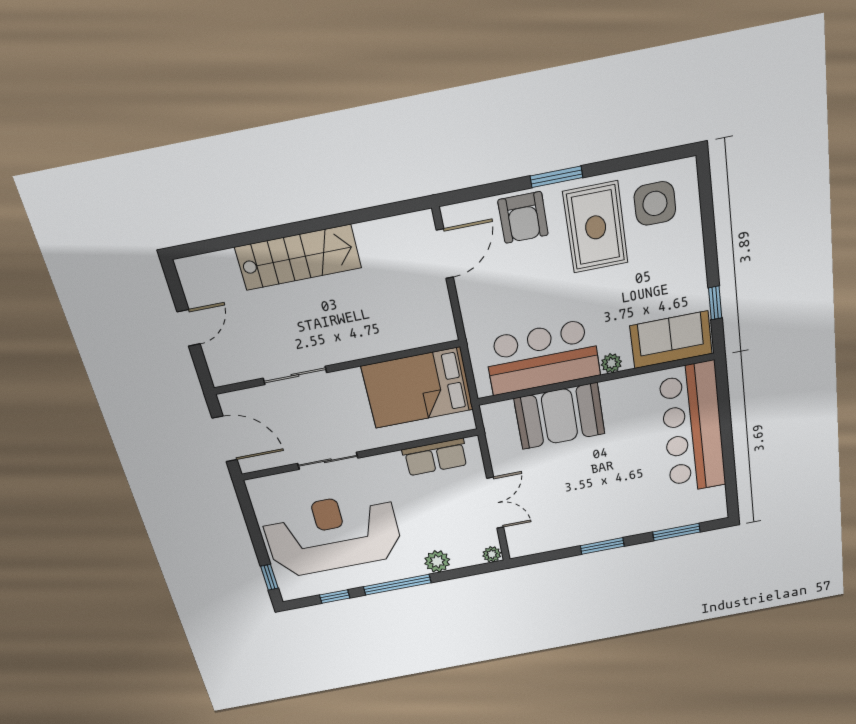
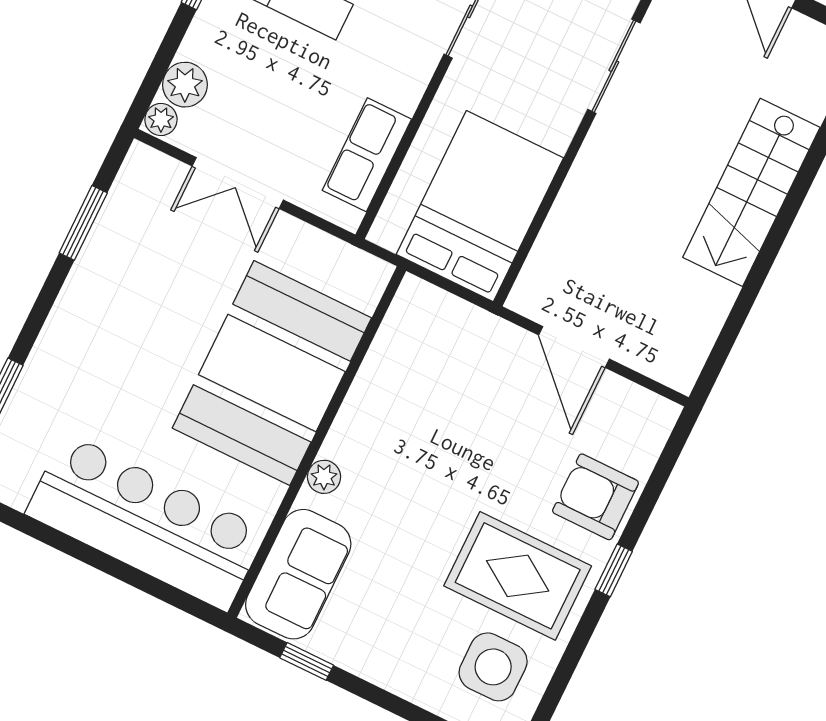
window: (556, 177) -> (614, 570), width x0.67
door: (445, 254) -> (574, 347), moved
bar counter: (542, 357) -> (400, 394), removed
booth: (560, 416) -> (272, 373), width x1.36, depth x1.42
window: (602, 546) -> (83, 223), moved
plant: (437, 561) -> (185, 85), moved

